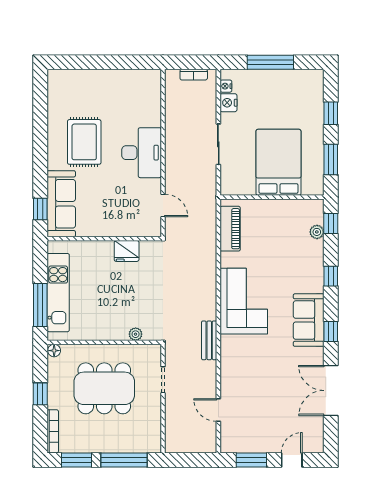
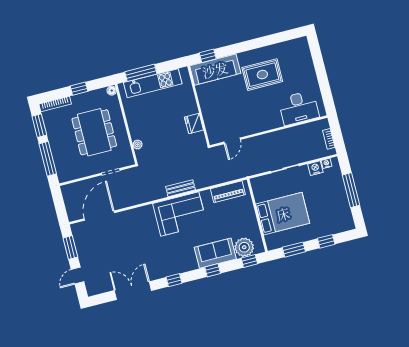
desk: (142, 153) -> (299, 108), moved
plant: (317, 232) -> (244, 247), width x1.88, depth x1.88
sofa: (309, 320) -> (215, 253), moved
bench: (209, 340) -> (180, 188), moved
door: (218, 410) -> (99, 216), width x1.88
door: (292, 460) -> (78, 276), swing flipped

